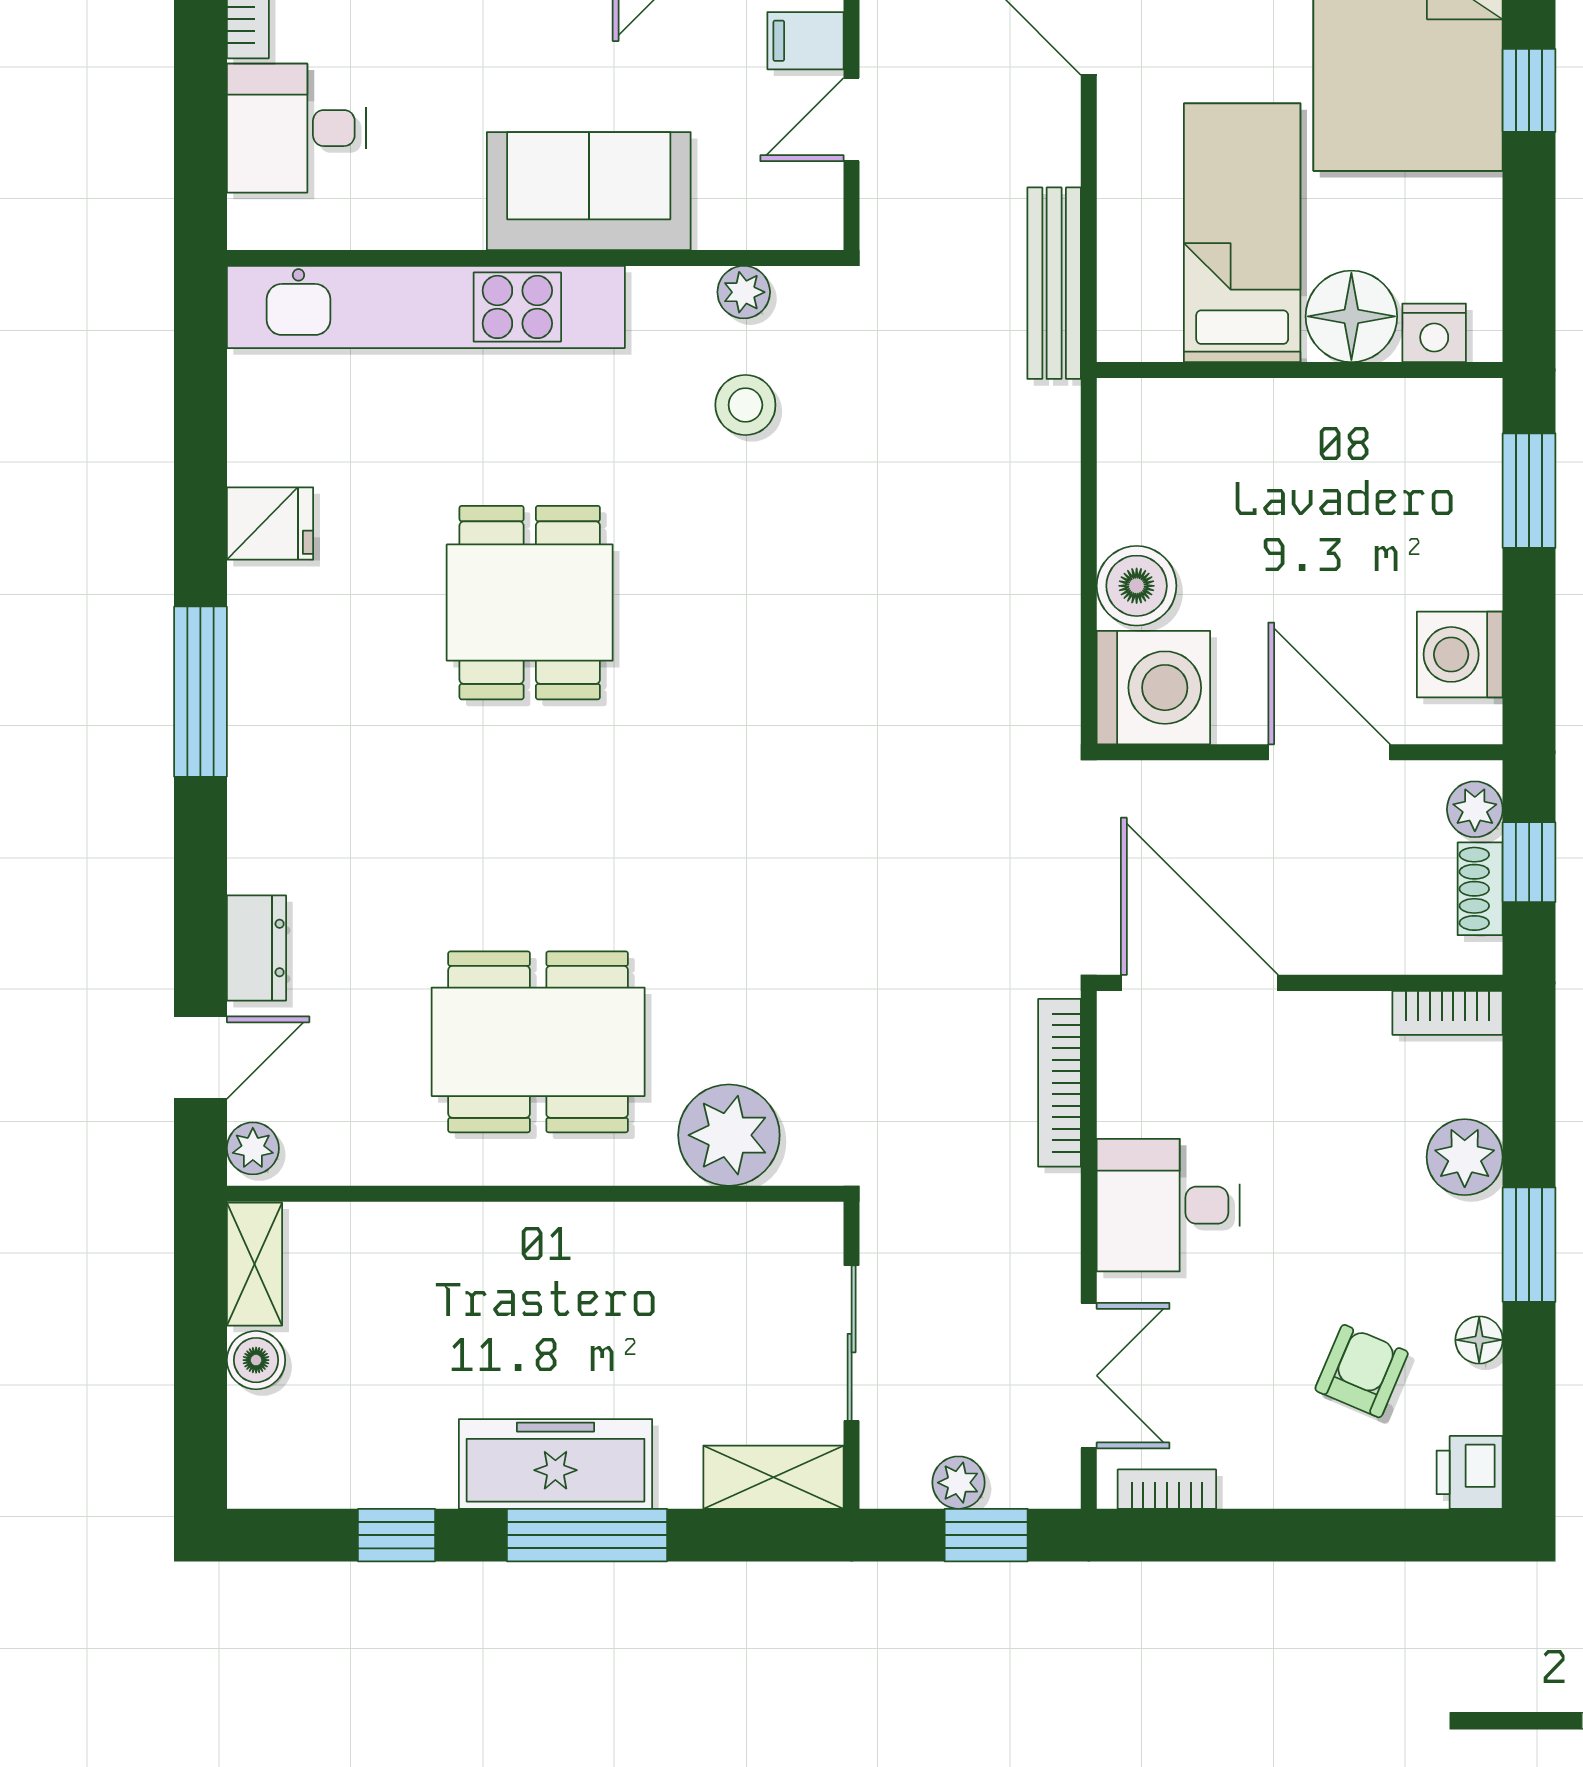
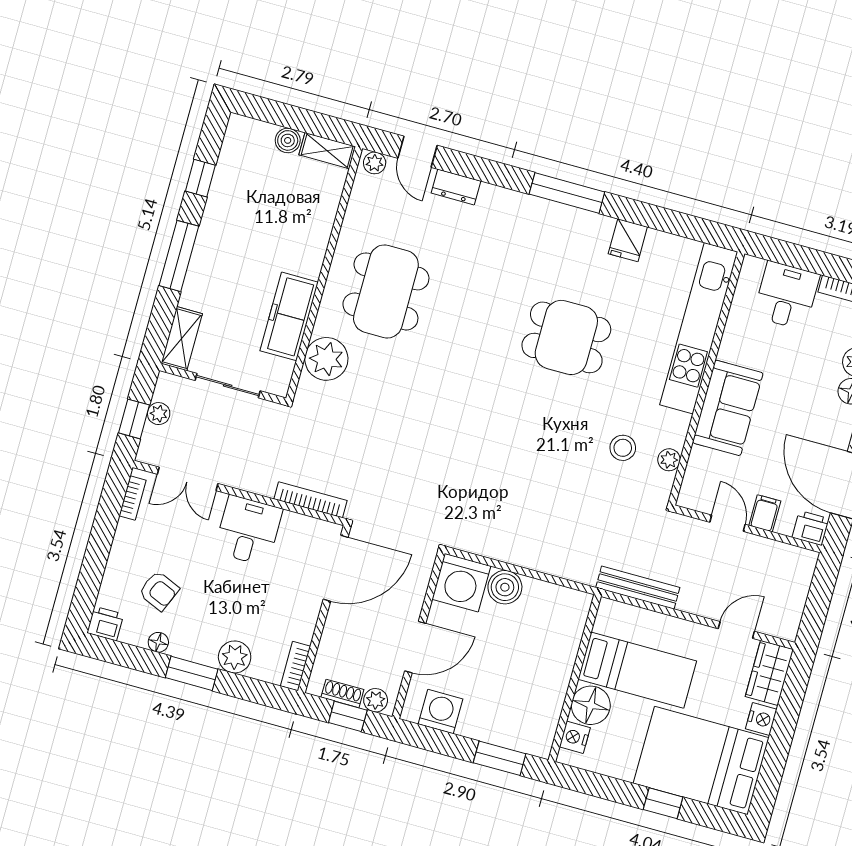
freezer: (555, 1464) -> (289, 316), moved, turned 180

